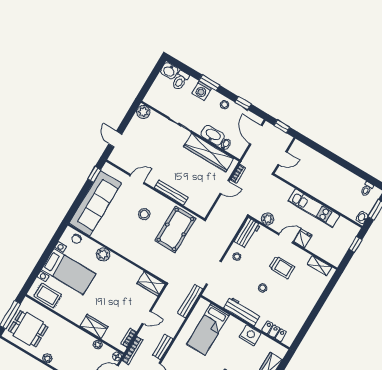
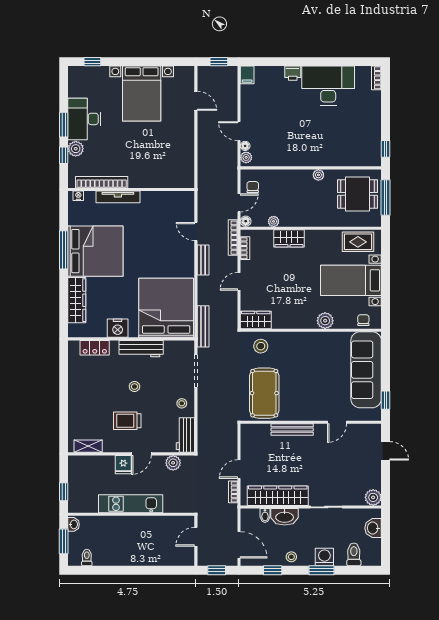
washbasin: (169, 71) -> (373, 528), moved, turned -90
stool: (144, 214) -> (261, 346), moved
bed: (208, 329) -> (166, 308), width x2.04

